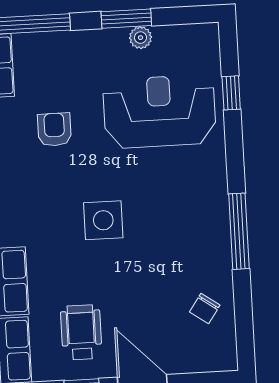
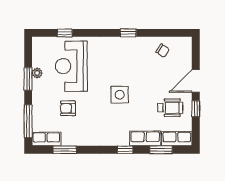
armchair: (54, 130) -> (68, 108), moved
window: (239, 231) -> (128, 33), width x0.46
wheelchair: (81, 332) -> (170, 108), turned 180

